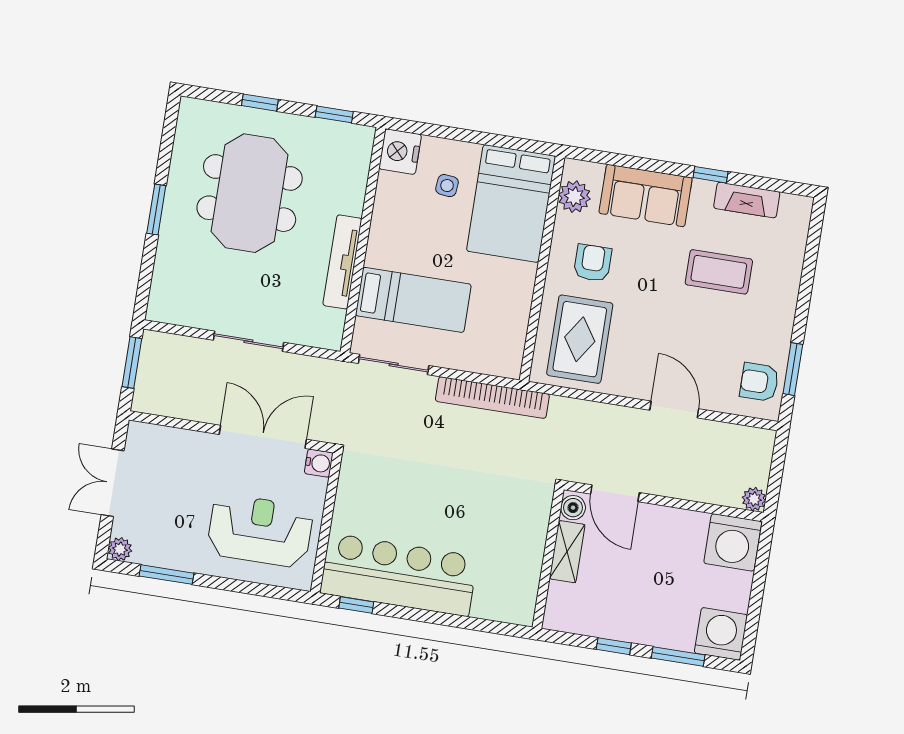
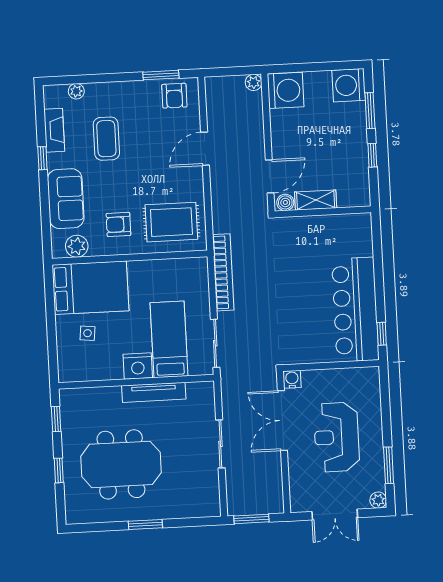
nightstand: (400, 152) -> (138, 366), moved
plant: (796, 243) -> (76, 91), added
reception desk: (260, 531) -> (337, 437), moved

